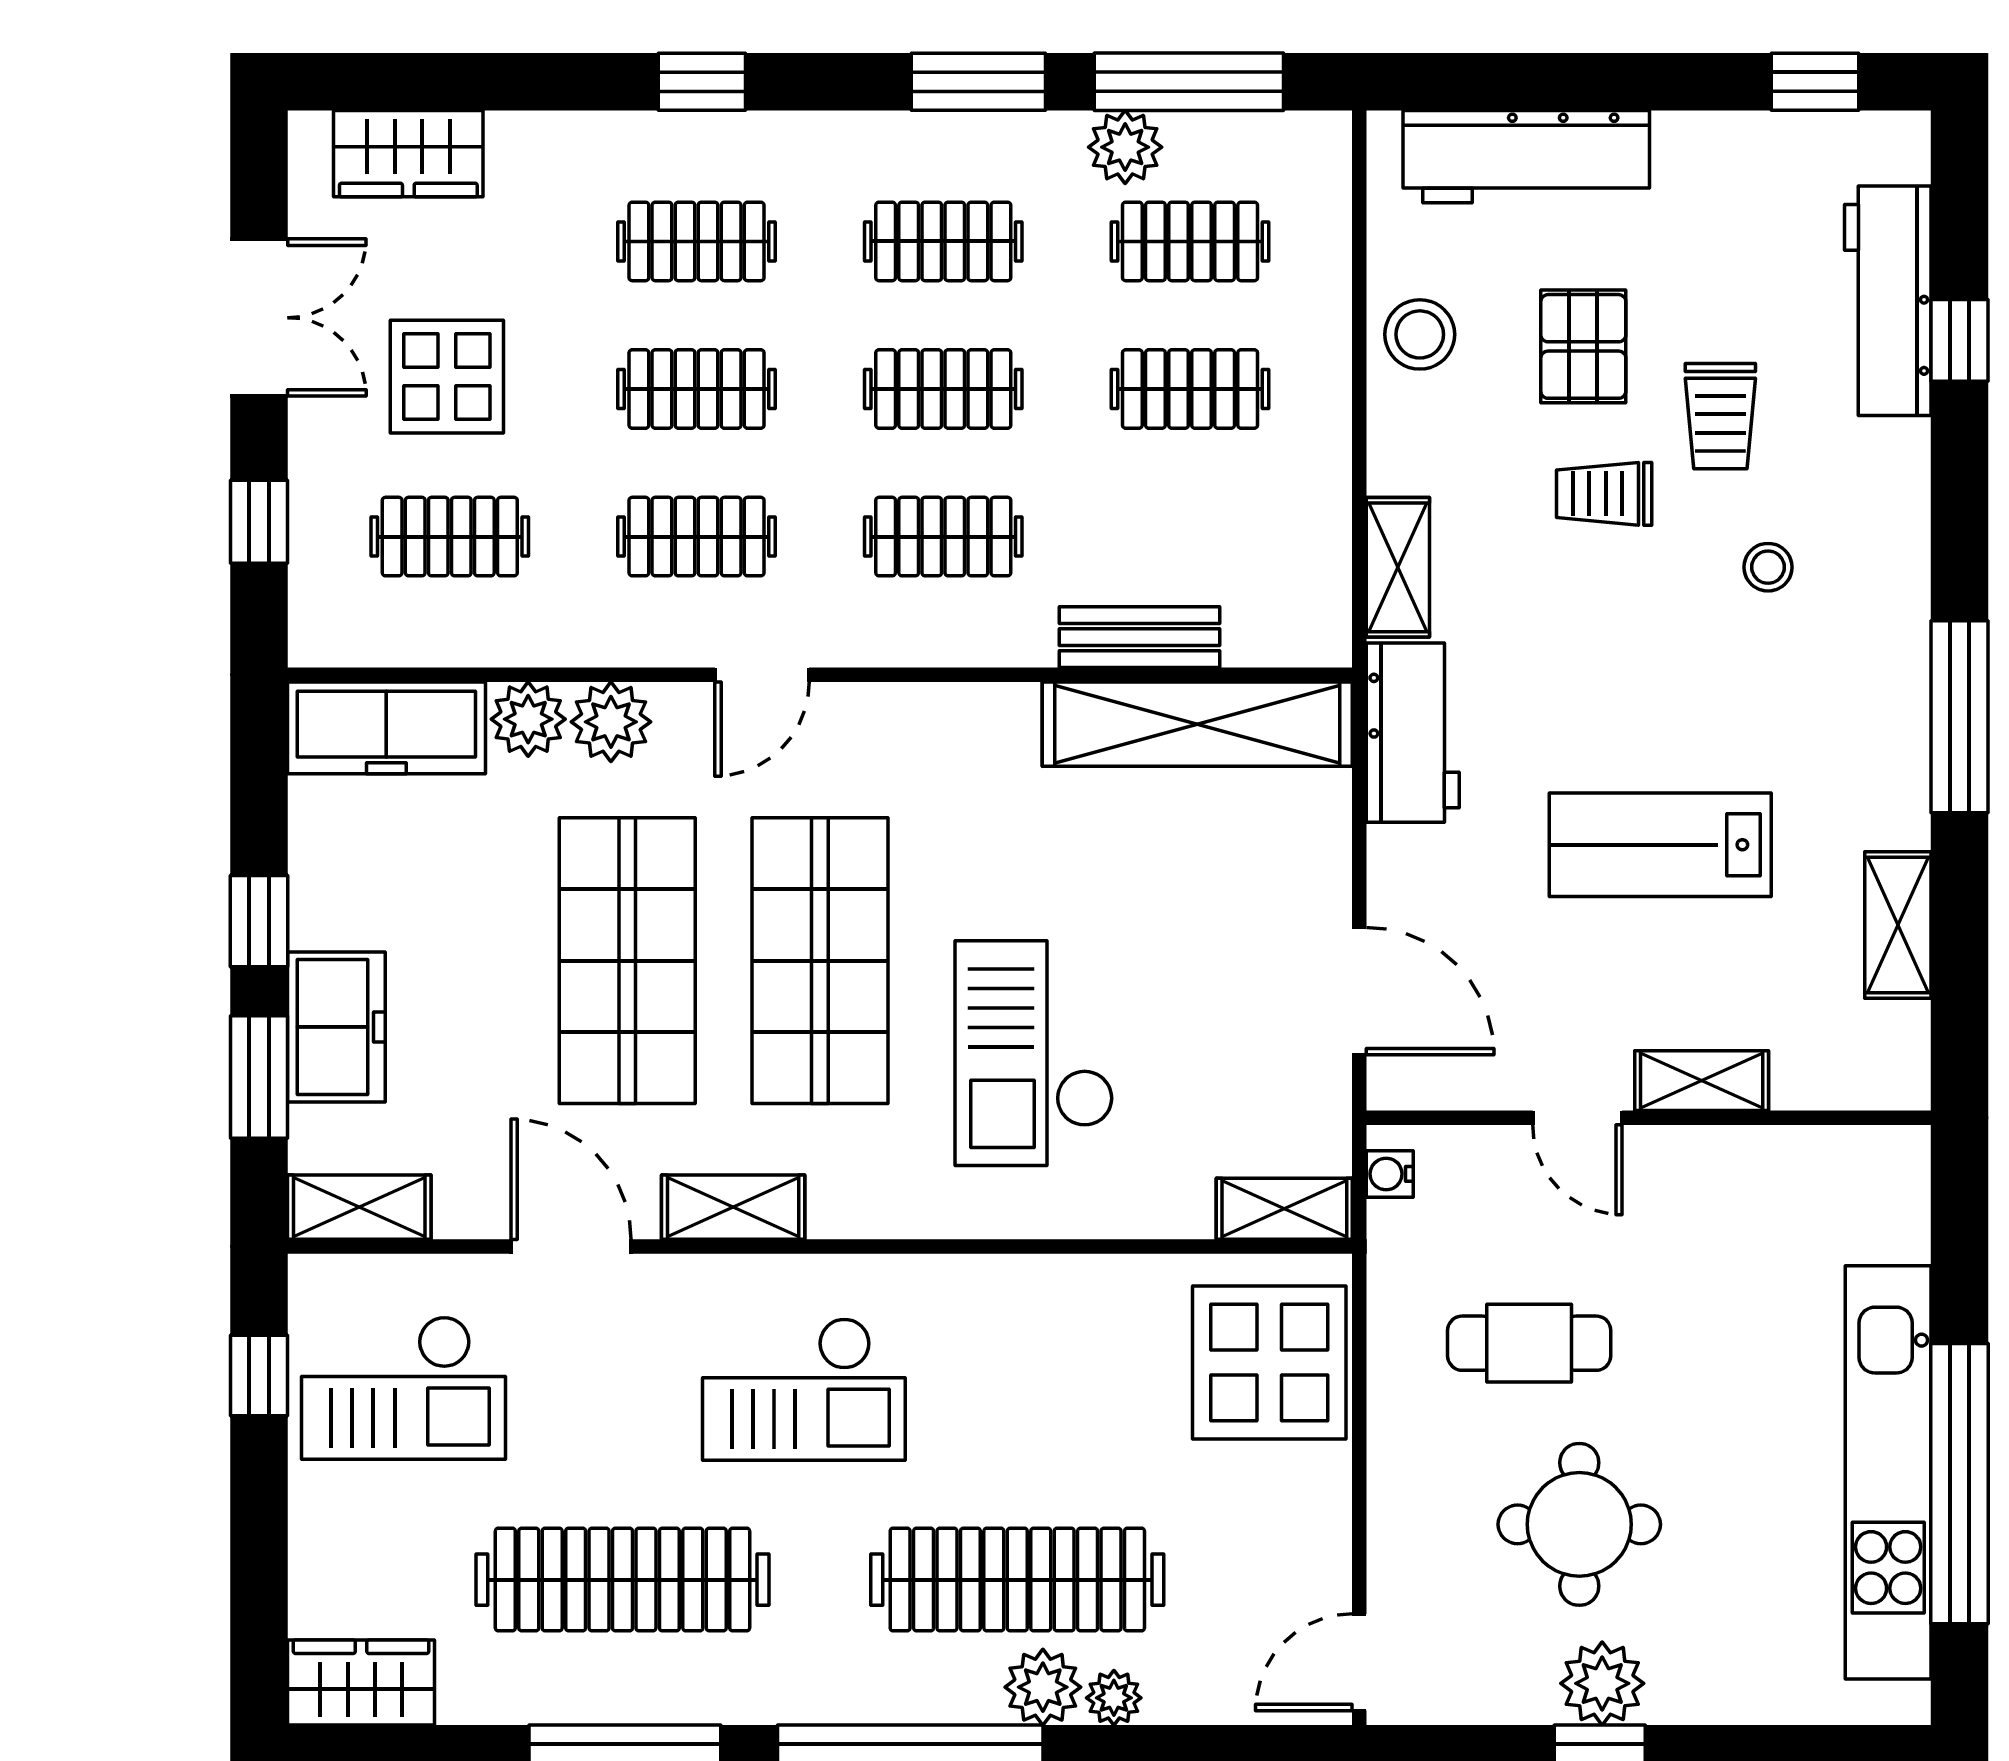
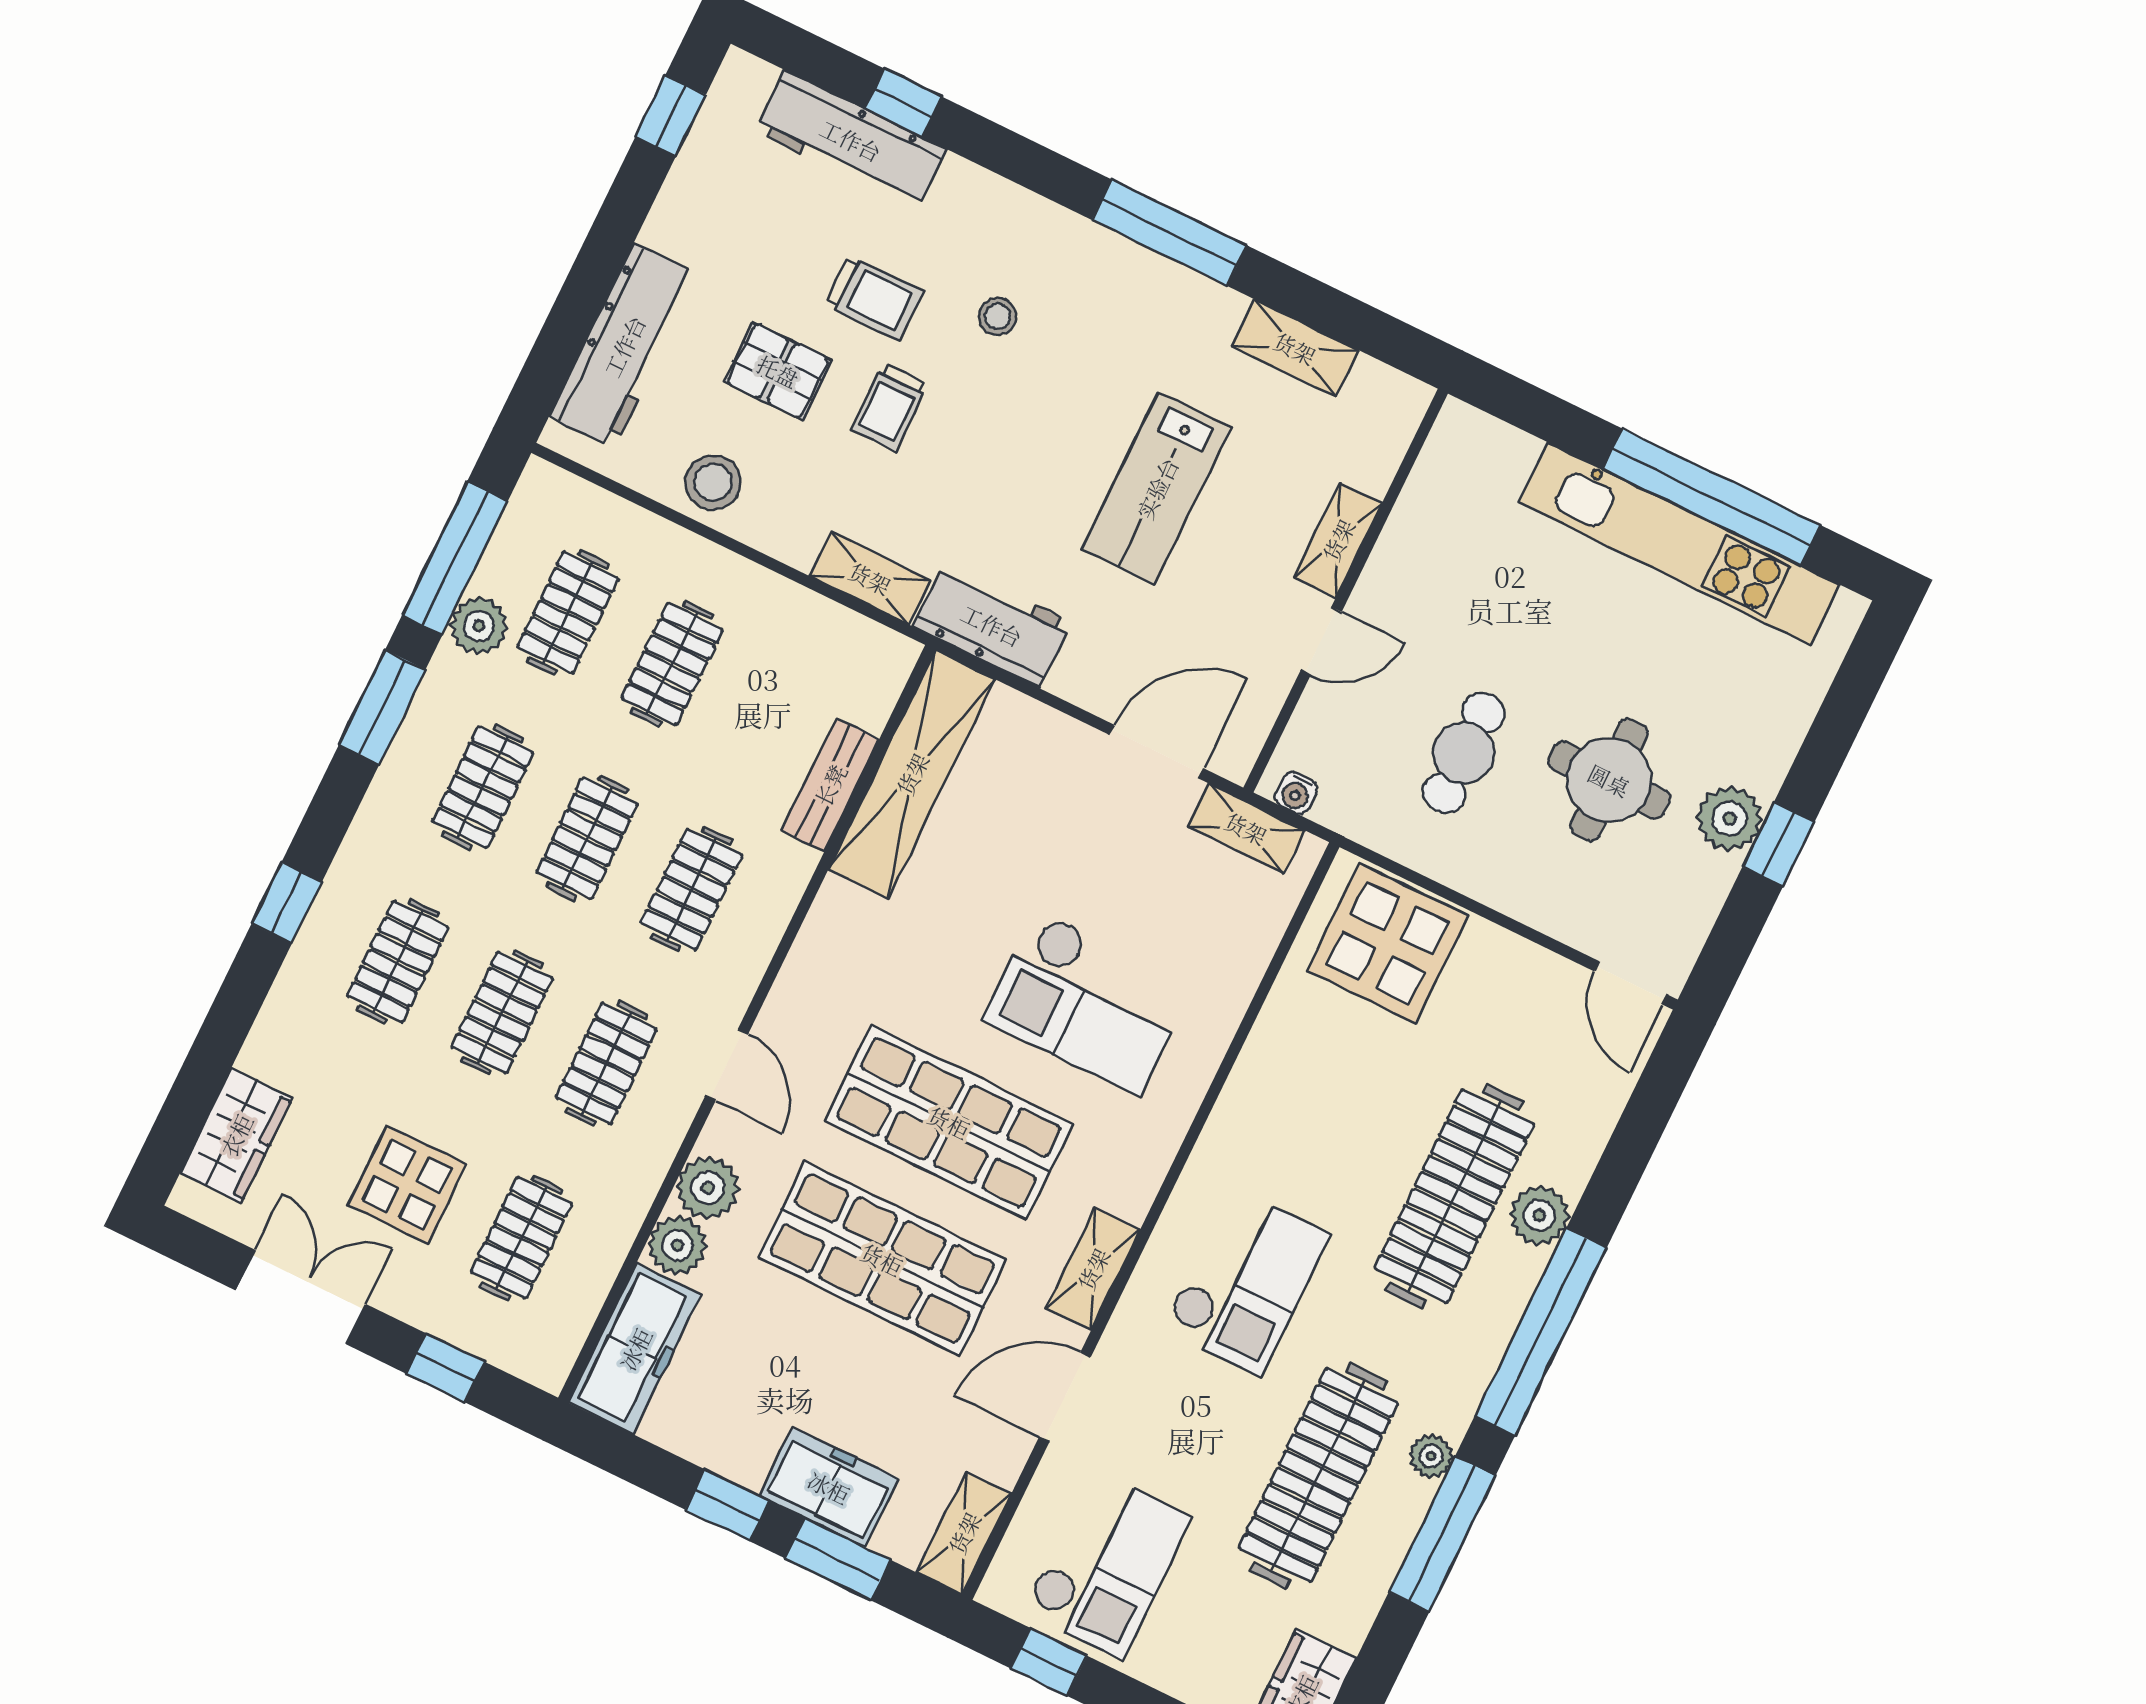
shelving: (1284, 1209) -> (1246, 828), moved, turned 90
plant: (1114, 1698) -> (1431, 1456), moved

